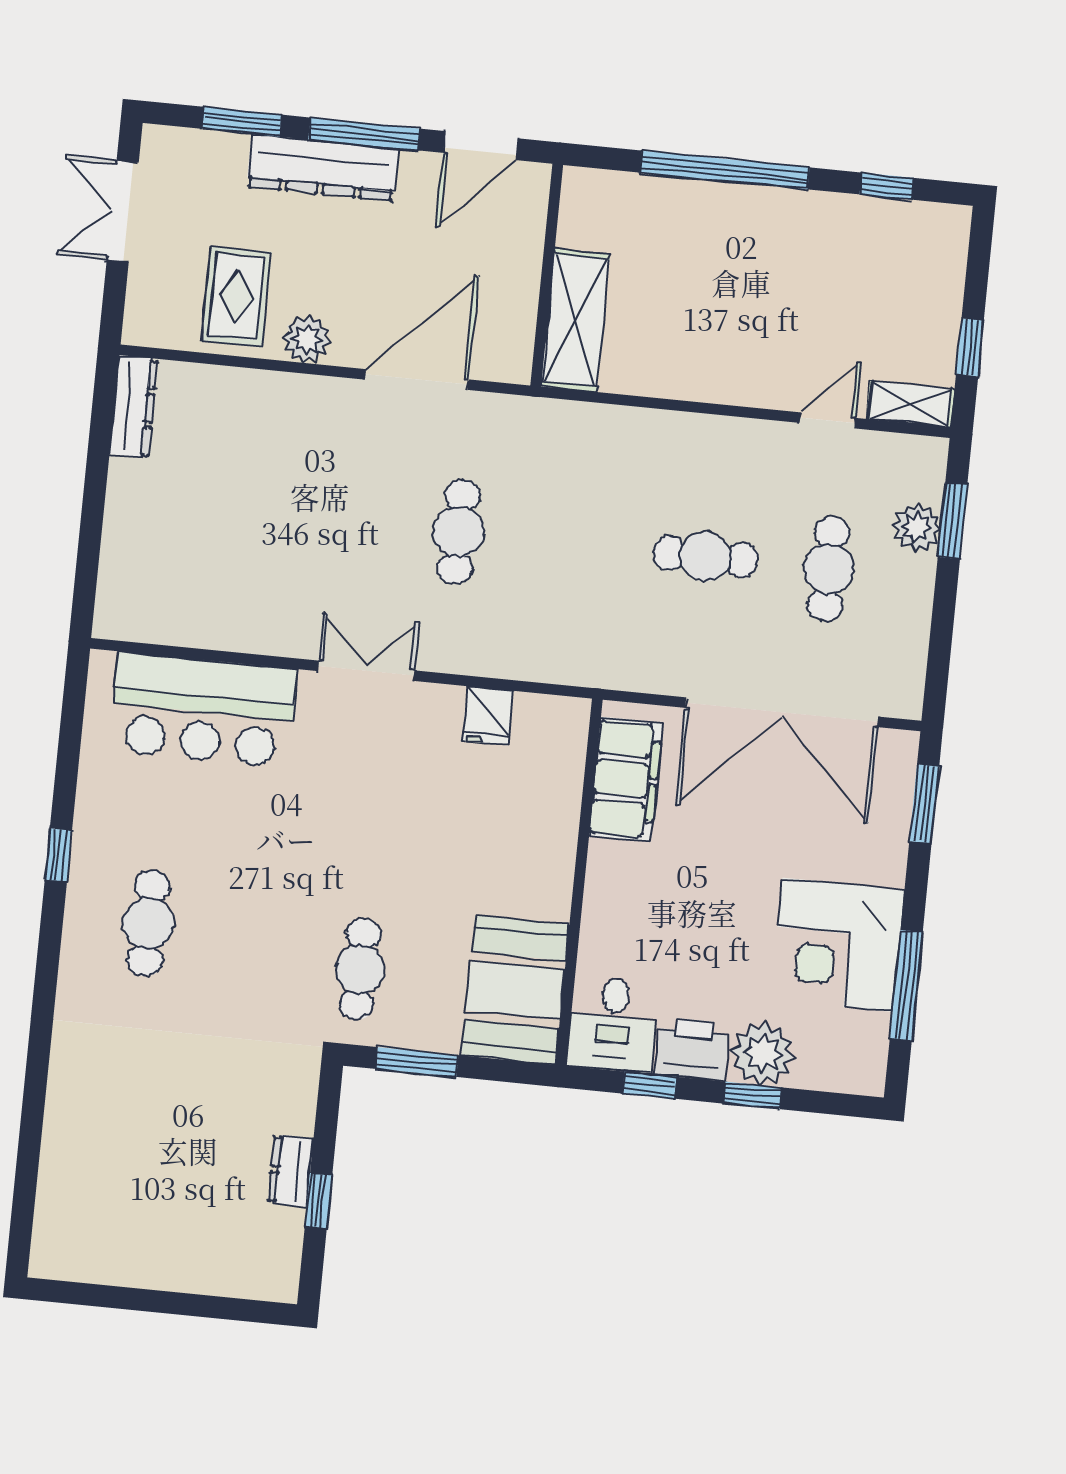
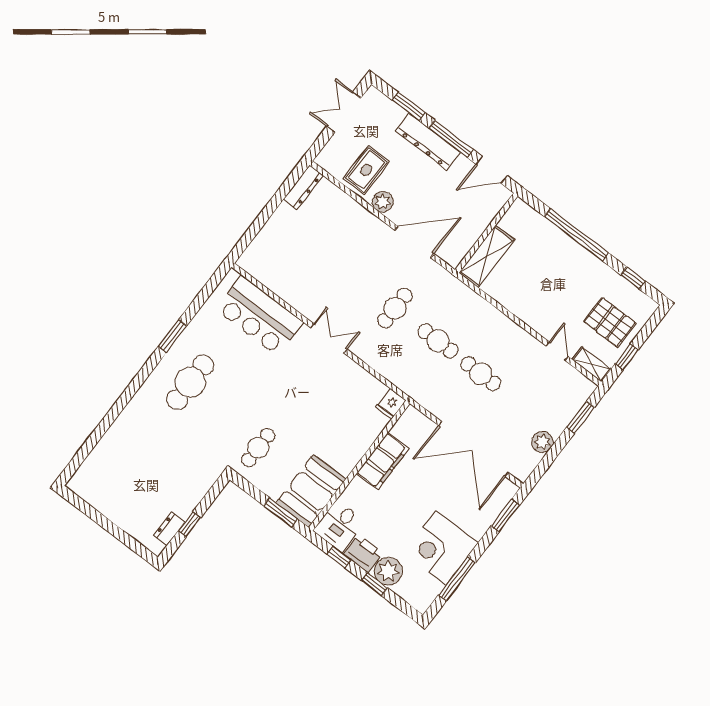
pallet: (895, 301) -> (610, 322), added
door: (827, 420) -> (557, 351), hinge flipped
plant: (917, 527) -> (542, 442), moved
cafe table: (829, 569) -> (438, 341), moved, turned 90
fridge: (488, 716) -> (391, 404), moved
filing cabinet: (626, 779) -> (382, 461), moved
window: (58, 855) -> (172, 336), width x1.50
cafe table: (148, 923) -> (190, 382), width x1.37, depth x1.35
window: (417, 1062) -> (281, 512), moved
dresser: (291, 1171) -> (169, 529), moved

